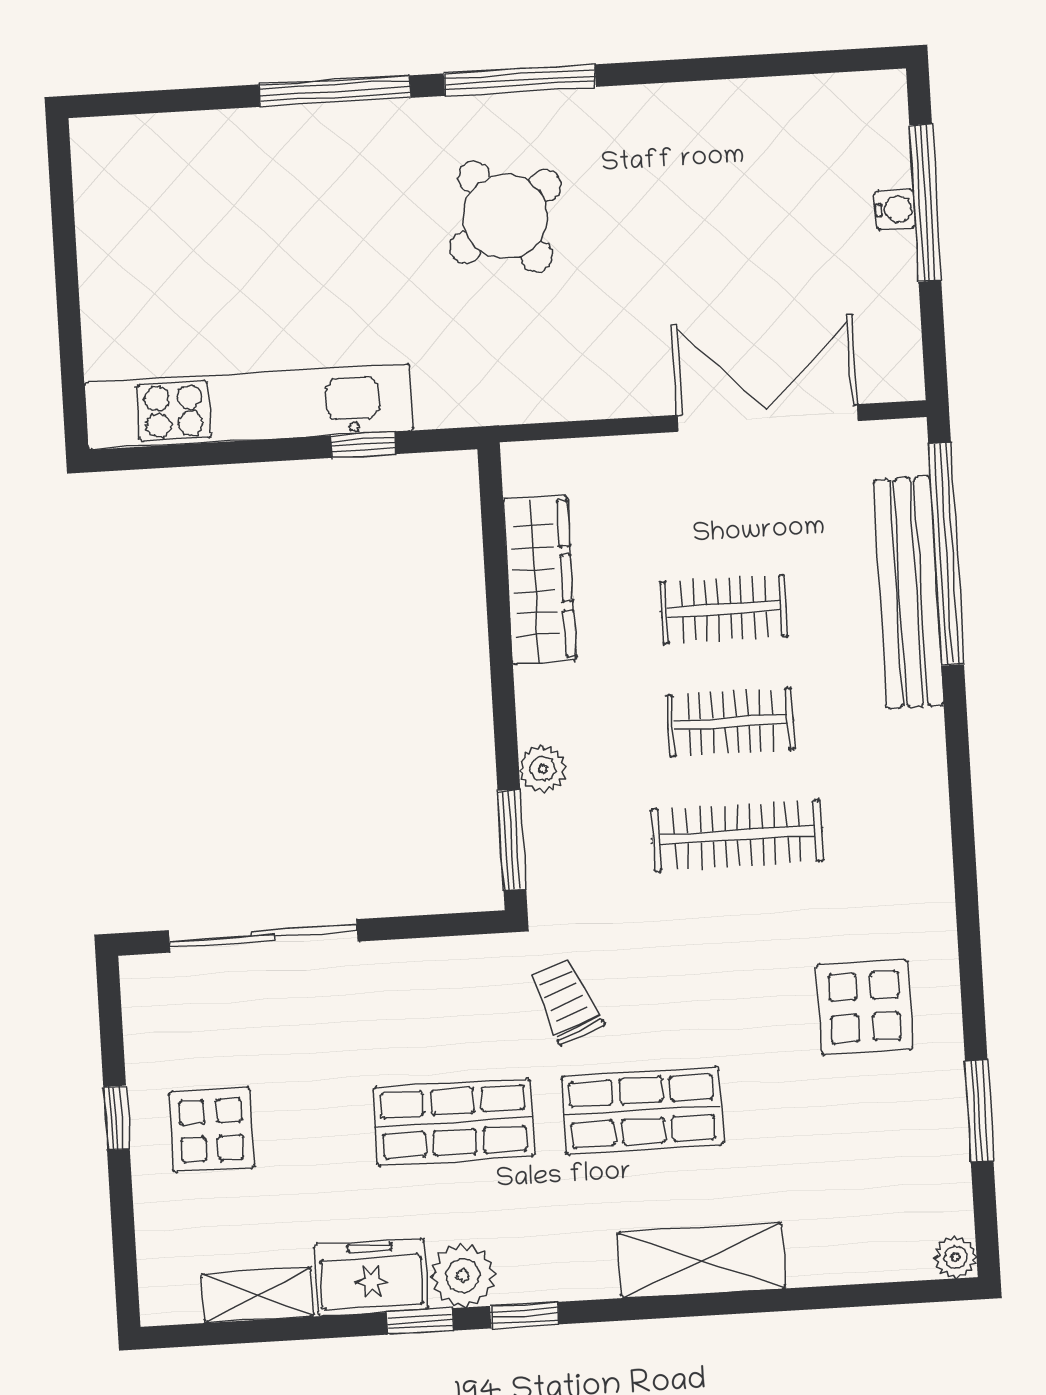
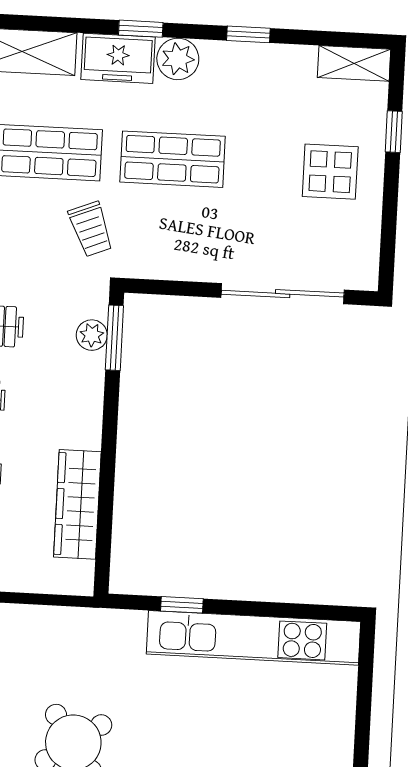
plant: (543, 769) -> (92, 335), moved
window: (117, 1118) -> (394, 132), moved
freezer: (371, 1277) -> (118, 58), moved
shelving: (257, 1295) -> (354, 63), moved
window: (420, 1321) -> (248, 34), moved

